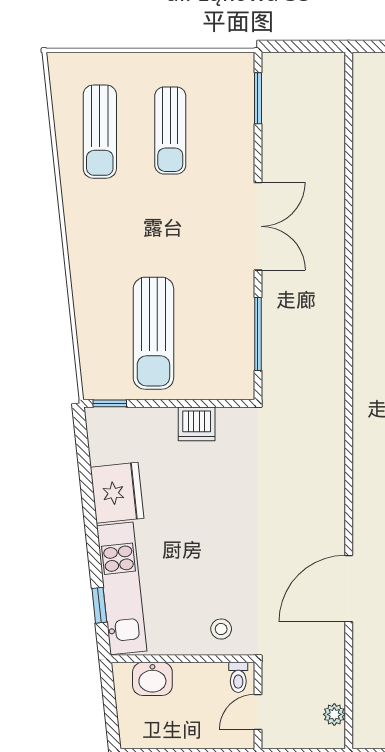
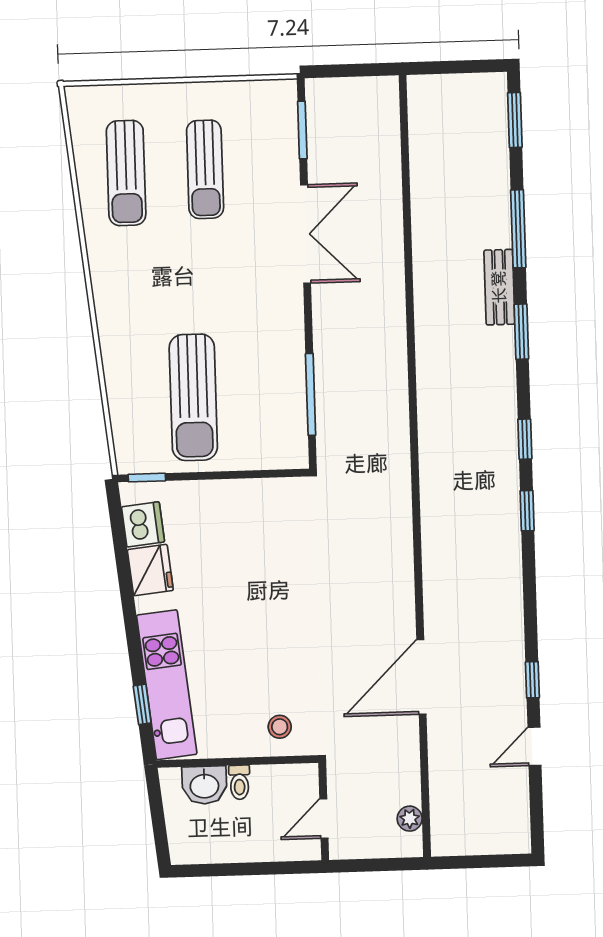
double door: (258, 226) -> (306, 234), moved
dishwasher: (197, 424) -> (143, 524), moved, turned -96
fridge: (117, 493) -> (150, 570), width x0.73, depth x0.75
toilet: (238, 677) -> (239, 782), moved

